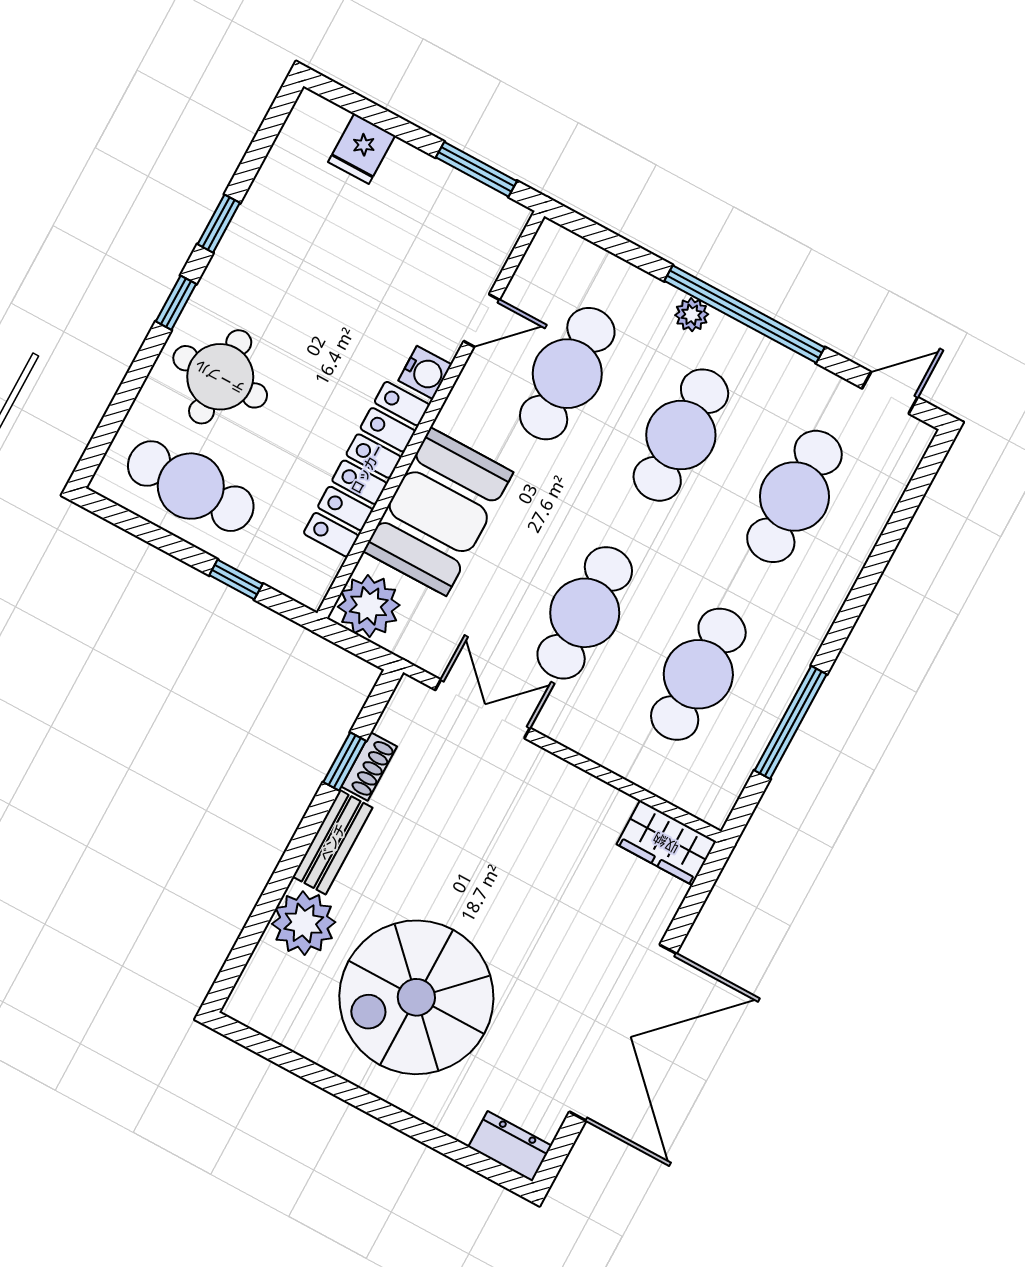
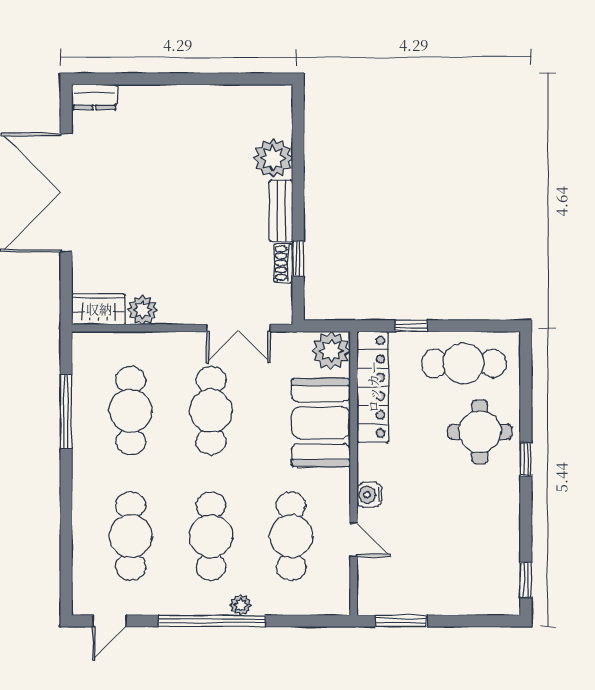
fridge: (362, 149) -> (470, 598), removed
window: (219, 224) -> (526, 580), moved
door: (482, 321) -> (354, 540), swing flipped
locker: (367, 469) -> (373, 387), moved
plant: (605, 808) -> (142, 310), added
spiral stairs: (416, 997) -> (189, 151), removed

